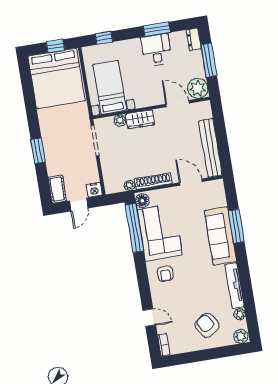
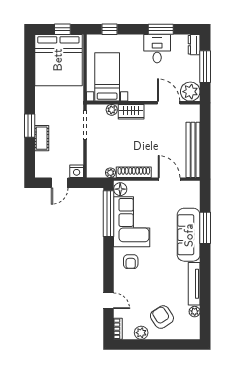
cot: (57, 189) -> (42, 138), moved
plant: (241, 336) -> (141, 333), moved

